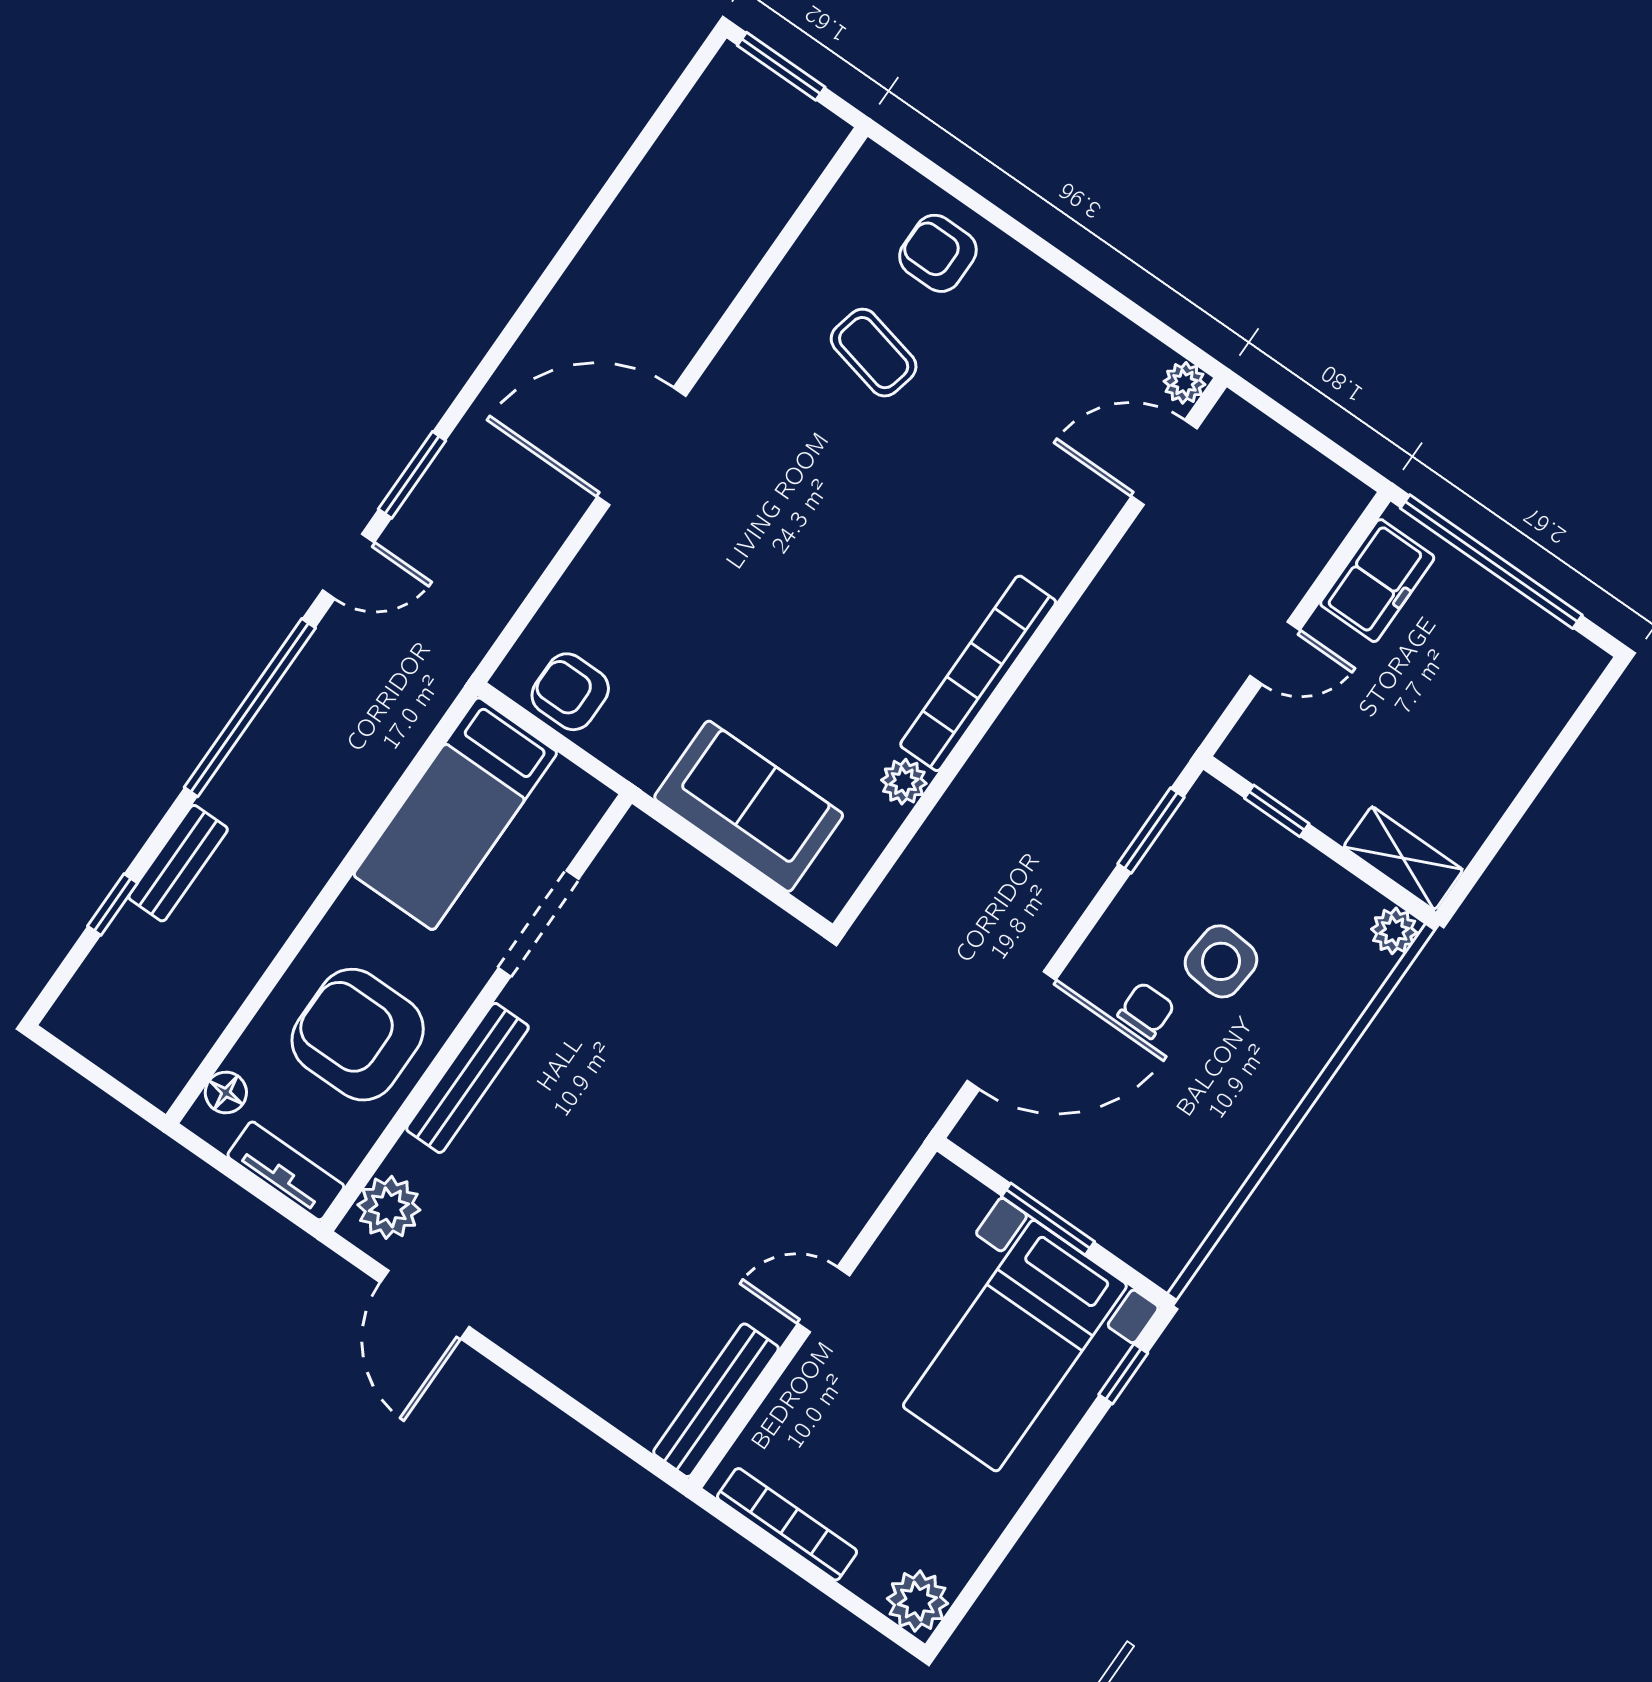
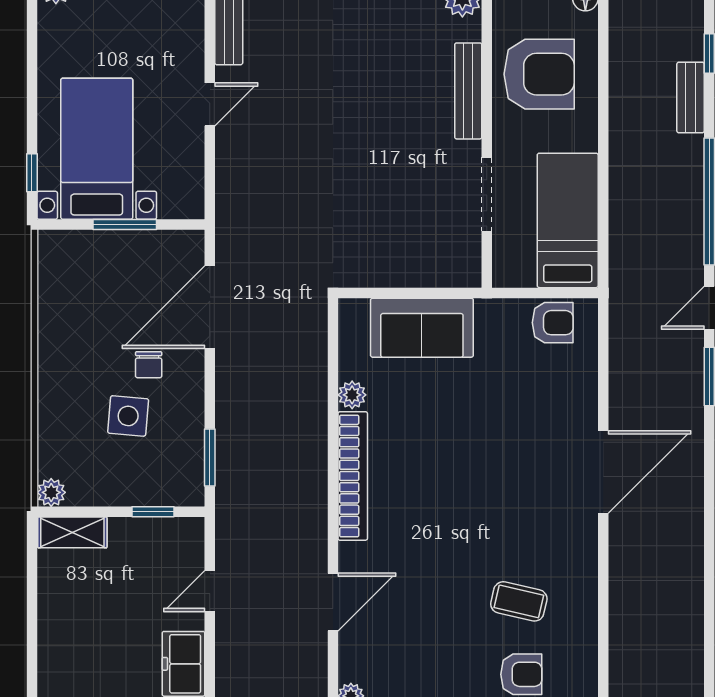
door: (1164, 463) -> (333, 602), moved

